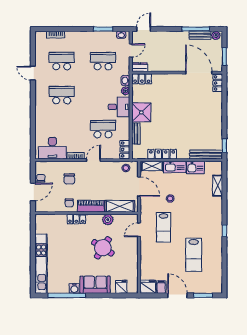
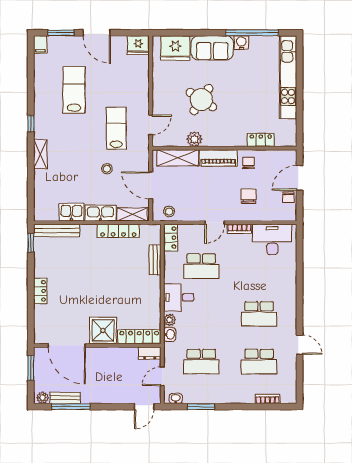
locker: (142, 79) -> (139, 337), width x1.53
locker: (218, 83) -> (40, 291), moved
shower: (141, 112) -> (103, 330), moved
shelving: (218, 186) -> (40, 154), moved
locker: (76, 219) -> (261, 140), moved
fridge: (121, 287) -> (175, 48), width x1.88, depth x1.34
filing cabinet: (161, 287) -> (40, 45), moved

